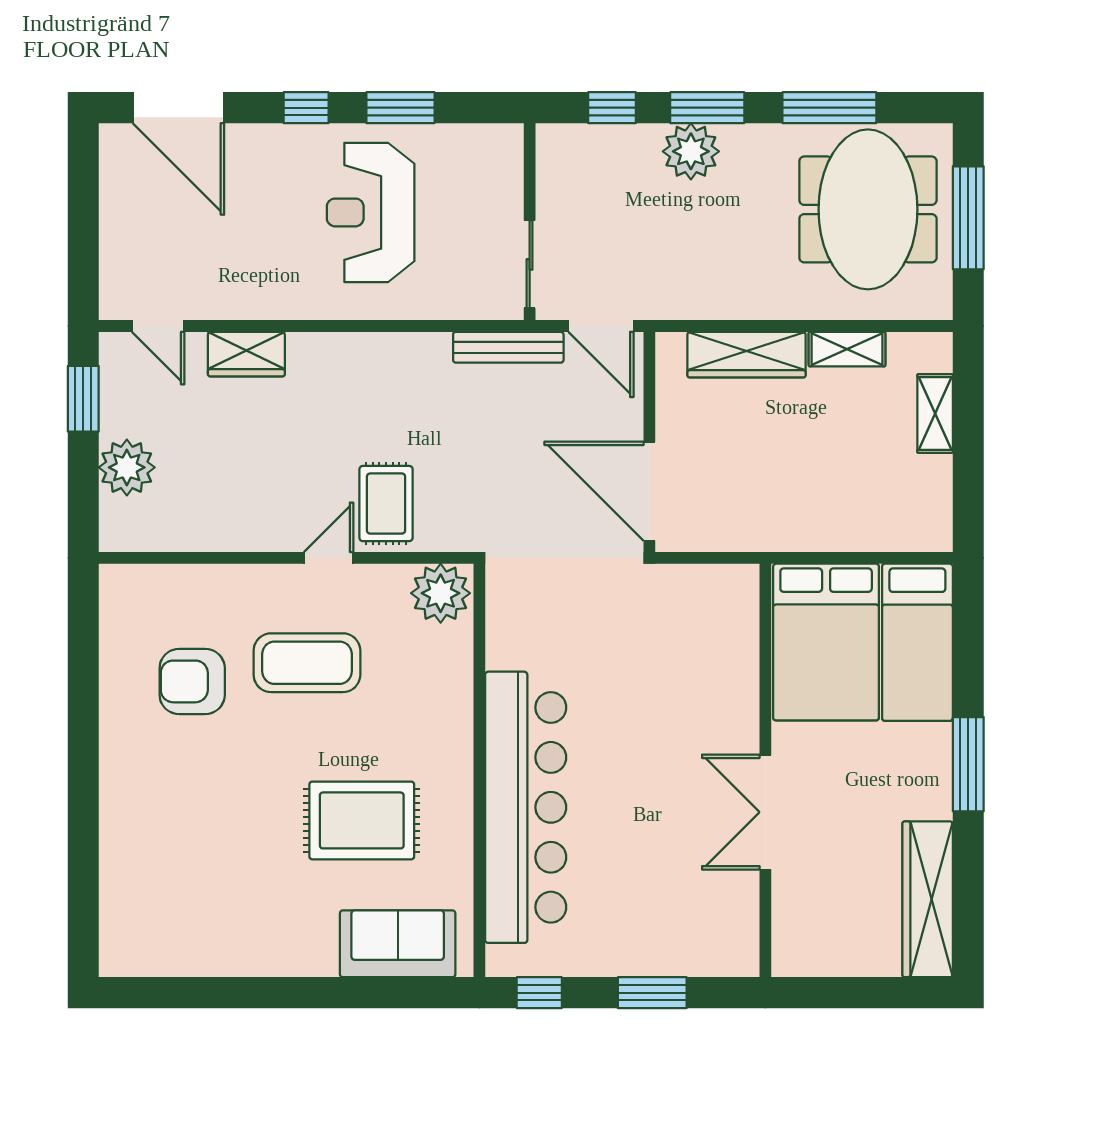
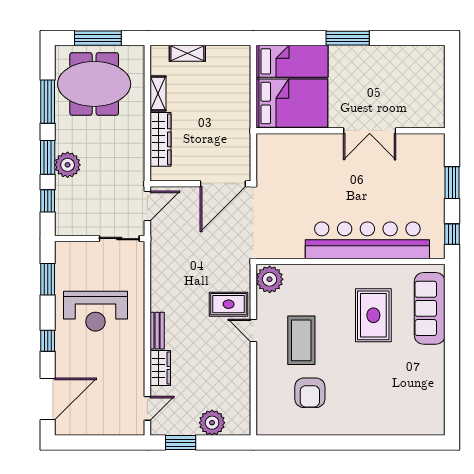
window: (400, 108) -> (48, 279), moved
bench: (508, 347) -> (157, 331), moved, width x0.73
wardrobe: (928, 899) -> (409, 57), removed
sofa: (398, 944) -> (430, 308), width x1.36

